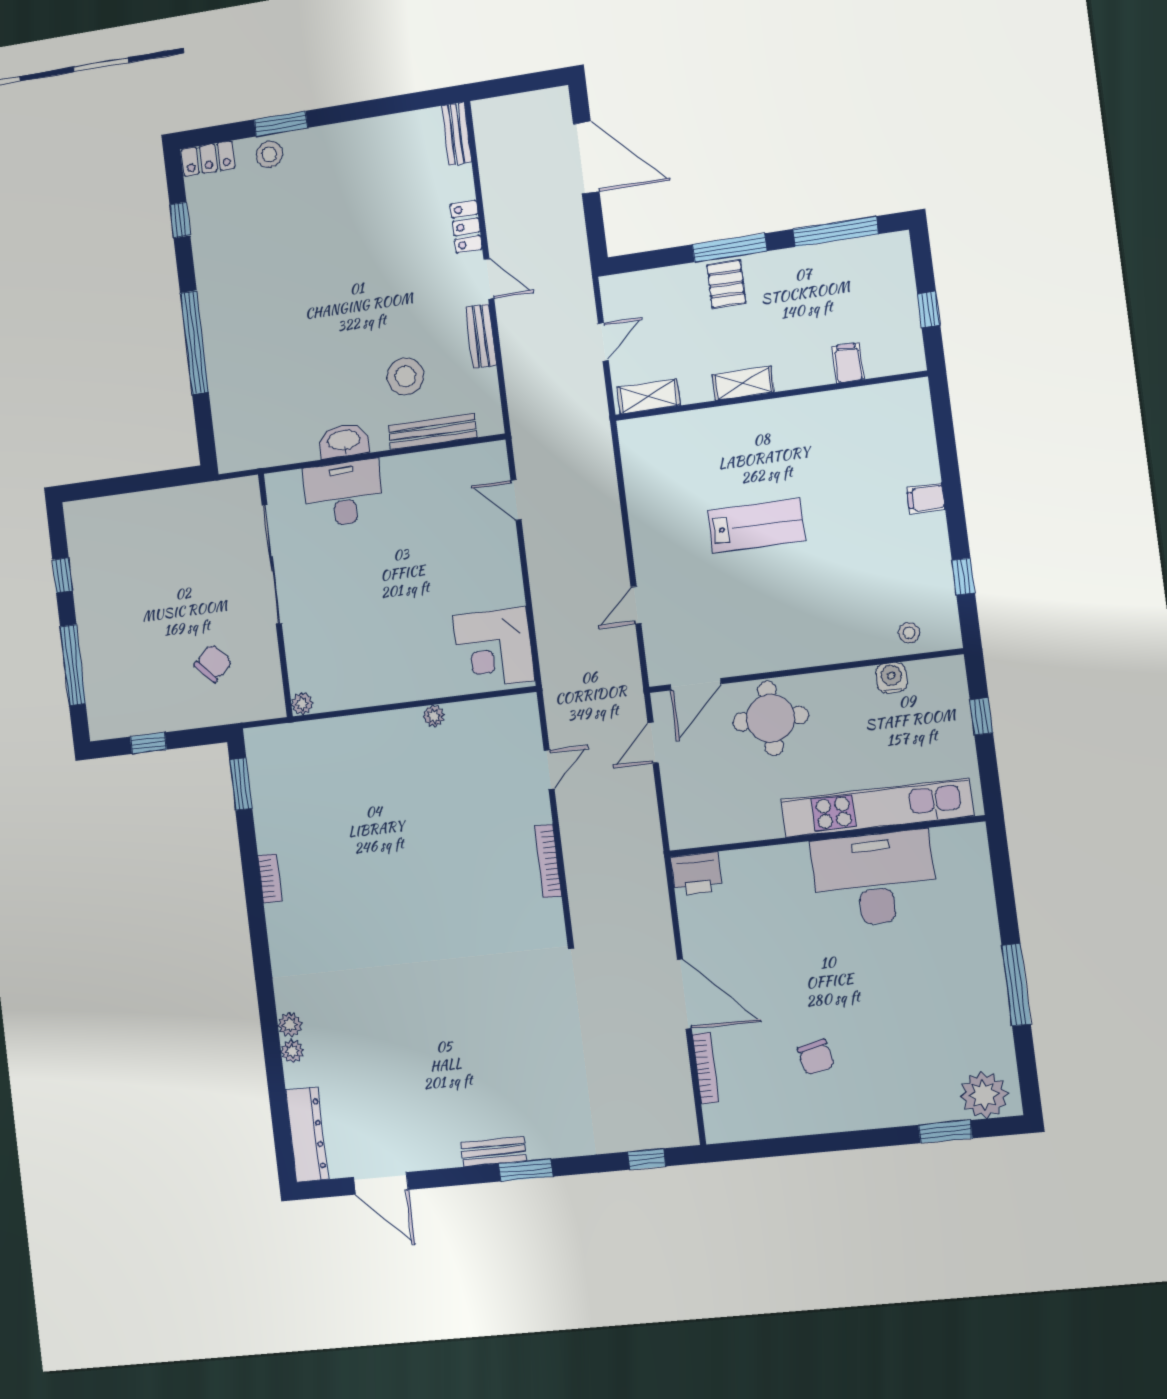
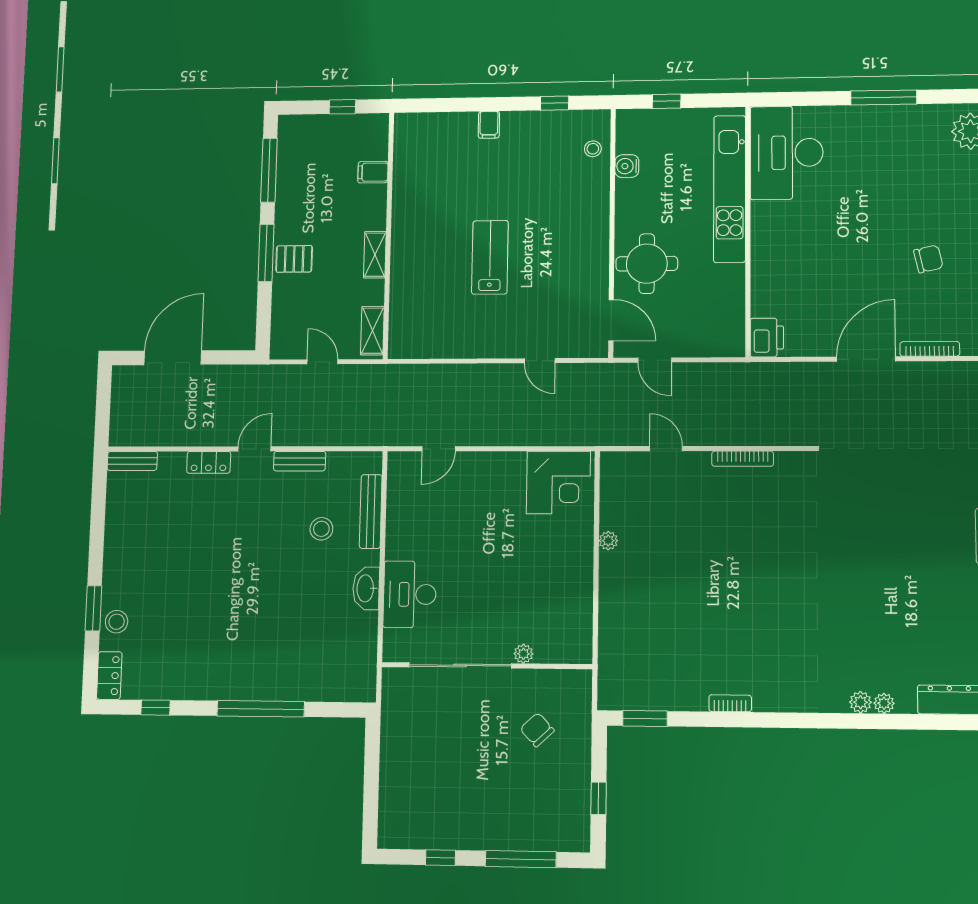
stool: (405, 376) -> (321, 529), width x0.73, depth x0.73
plant: (302, 704) -> (523, 654), moved
desk: (874, 879) -> (787, 153), moved

